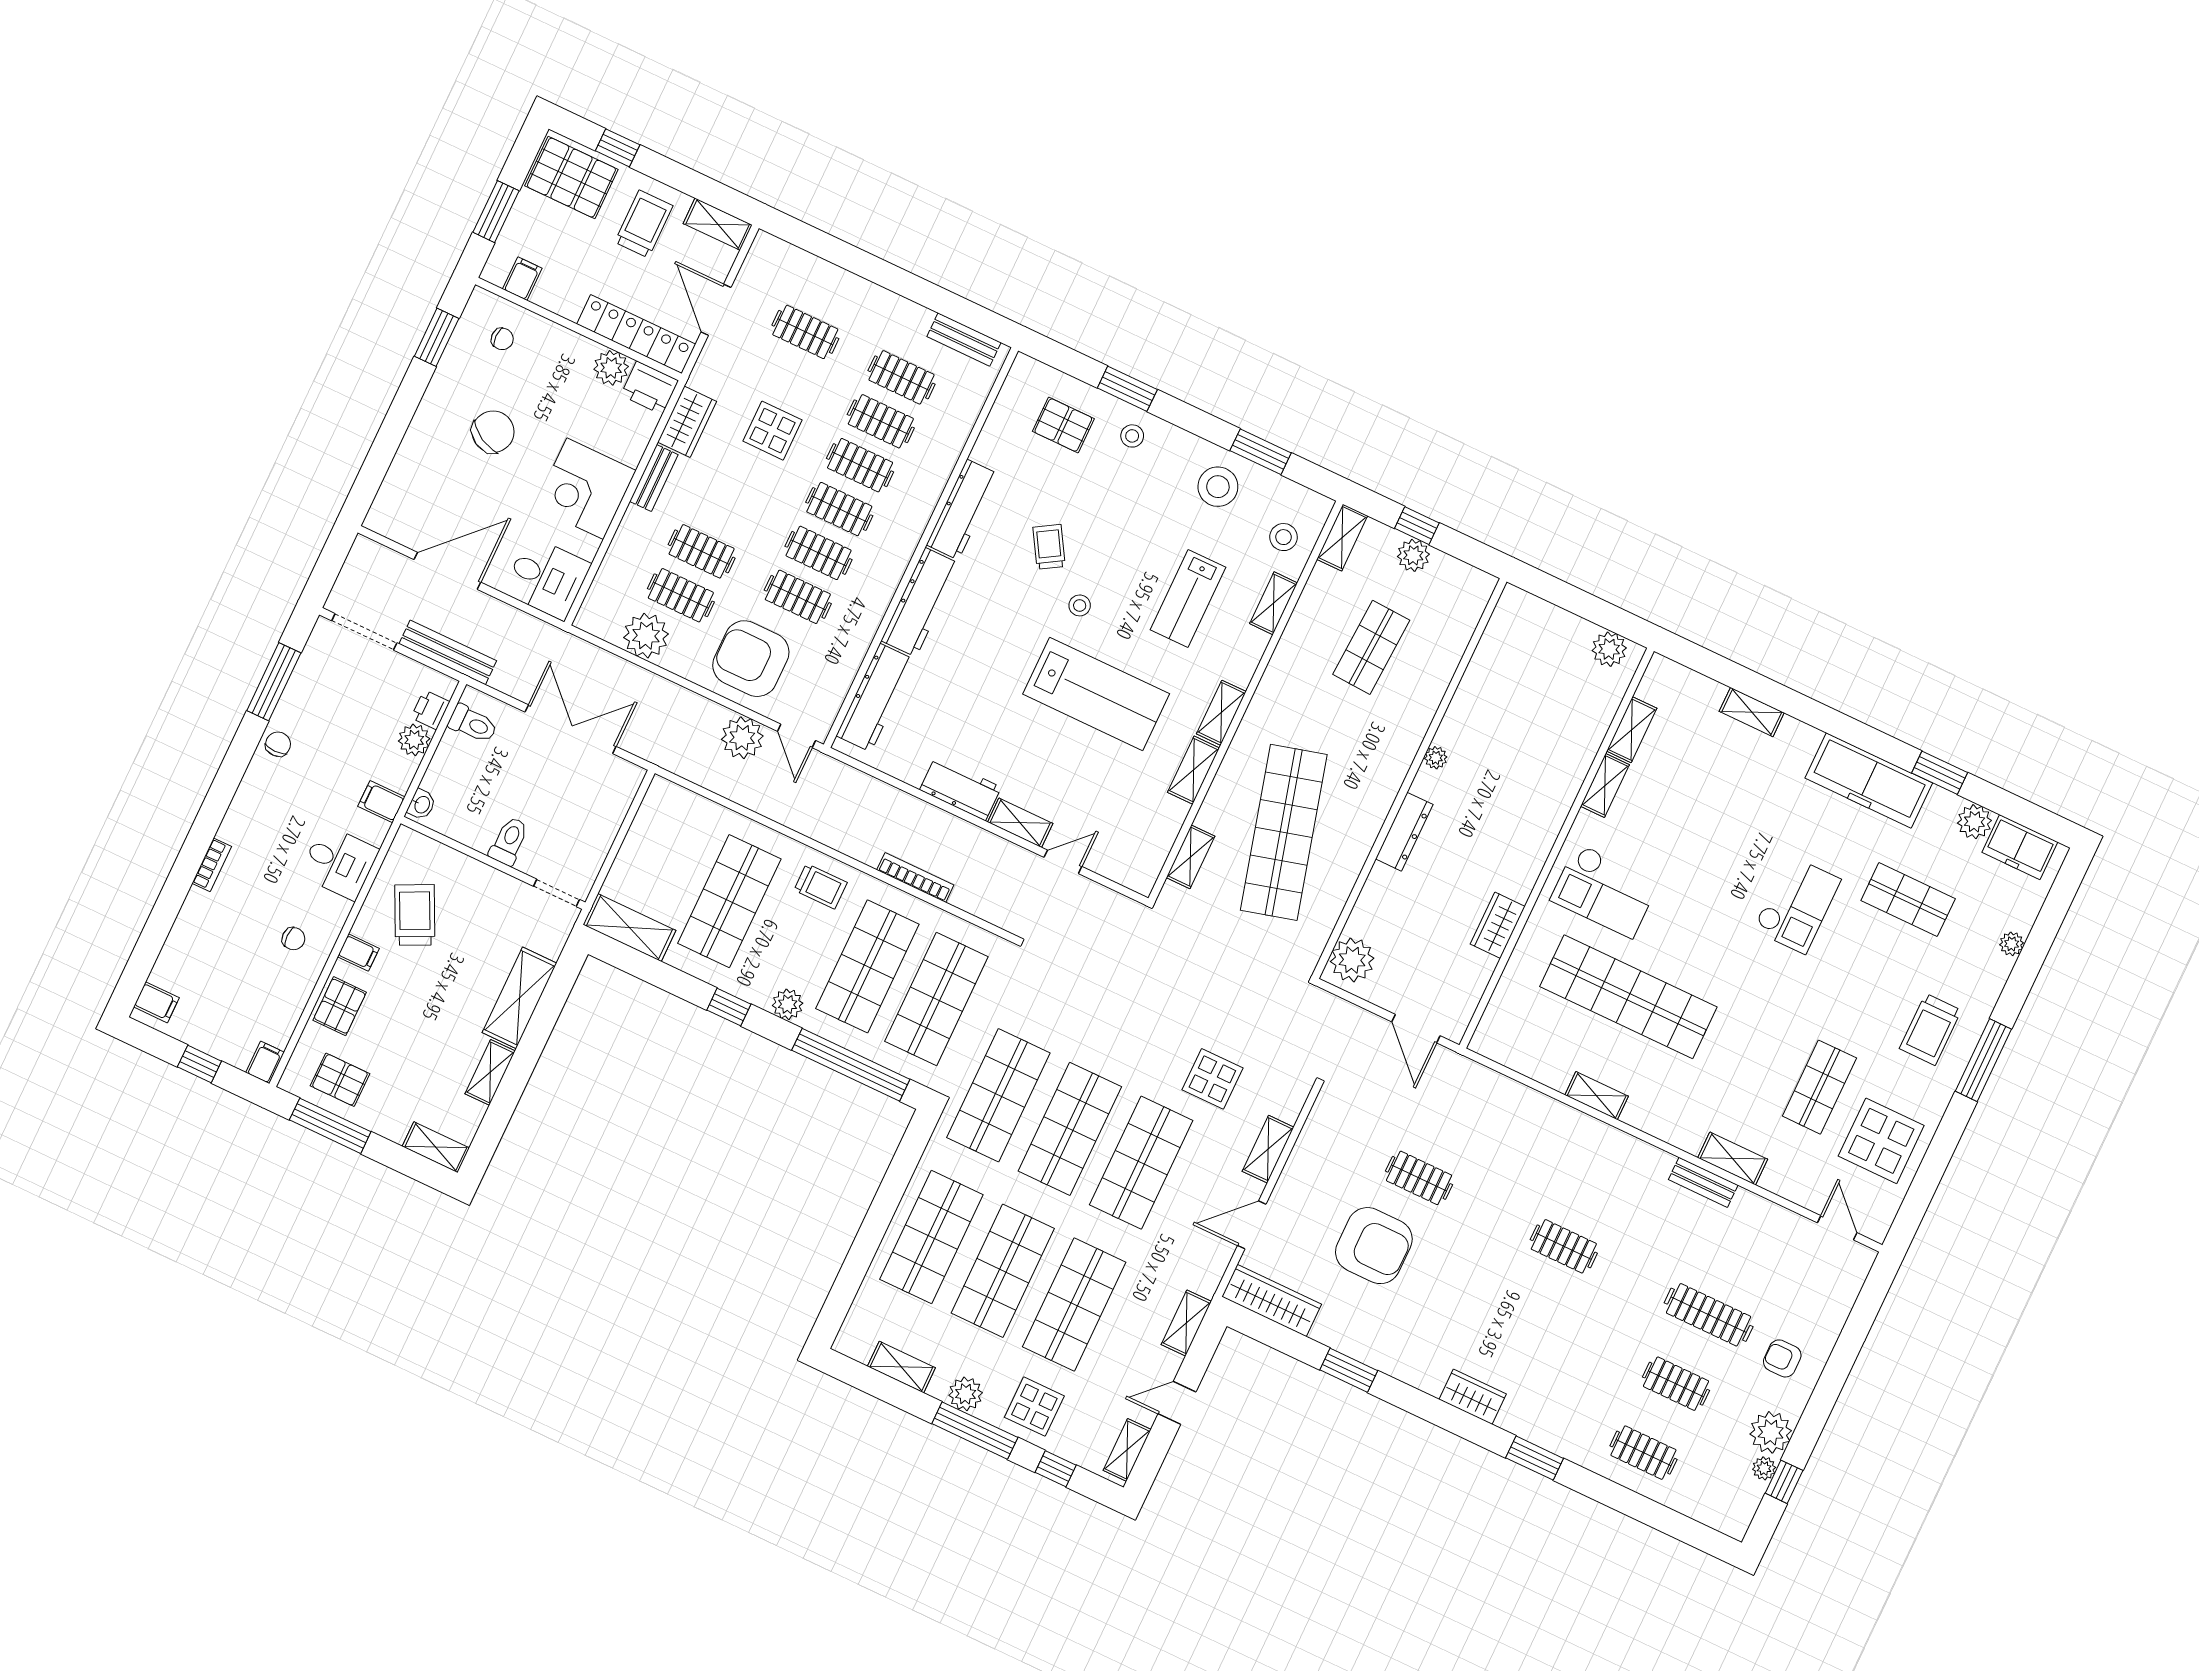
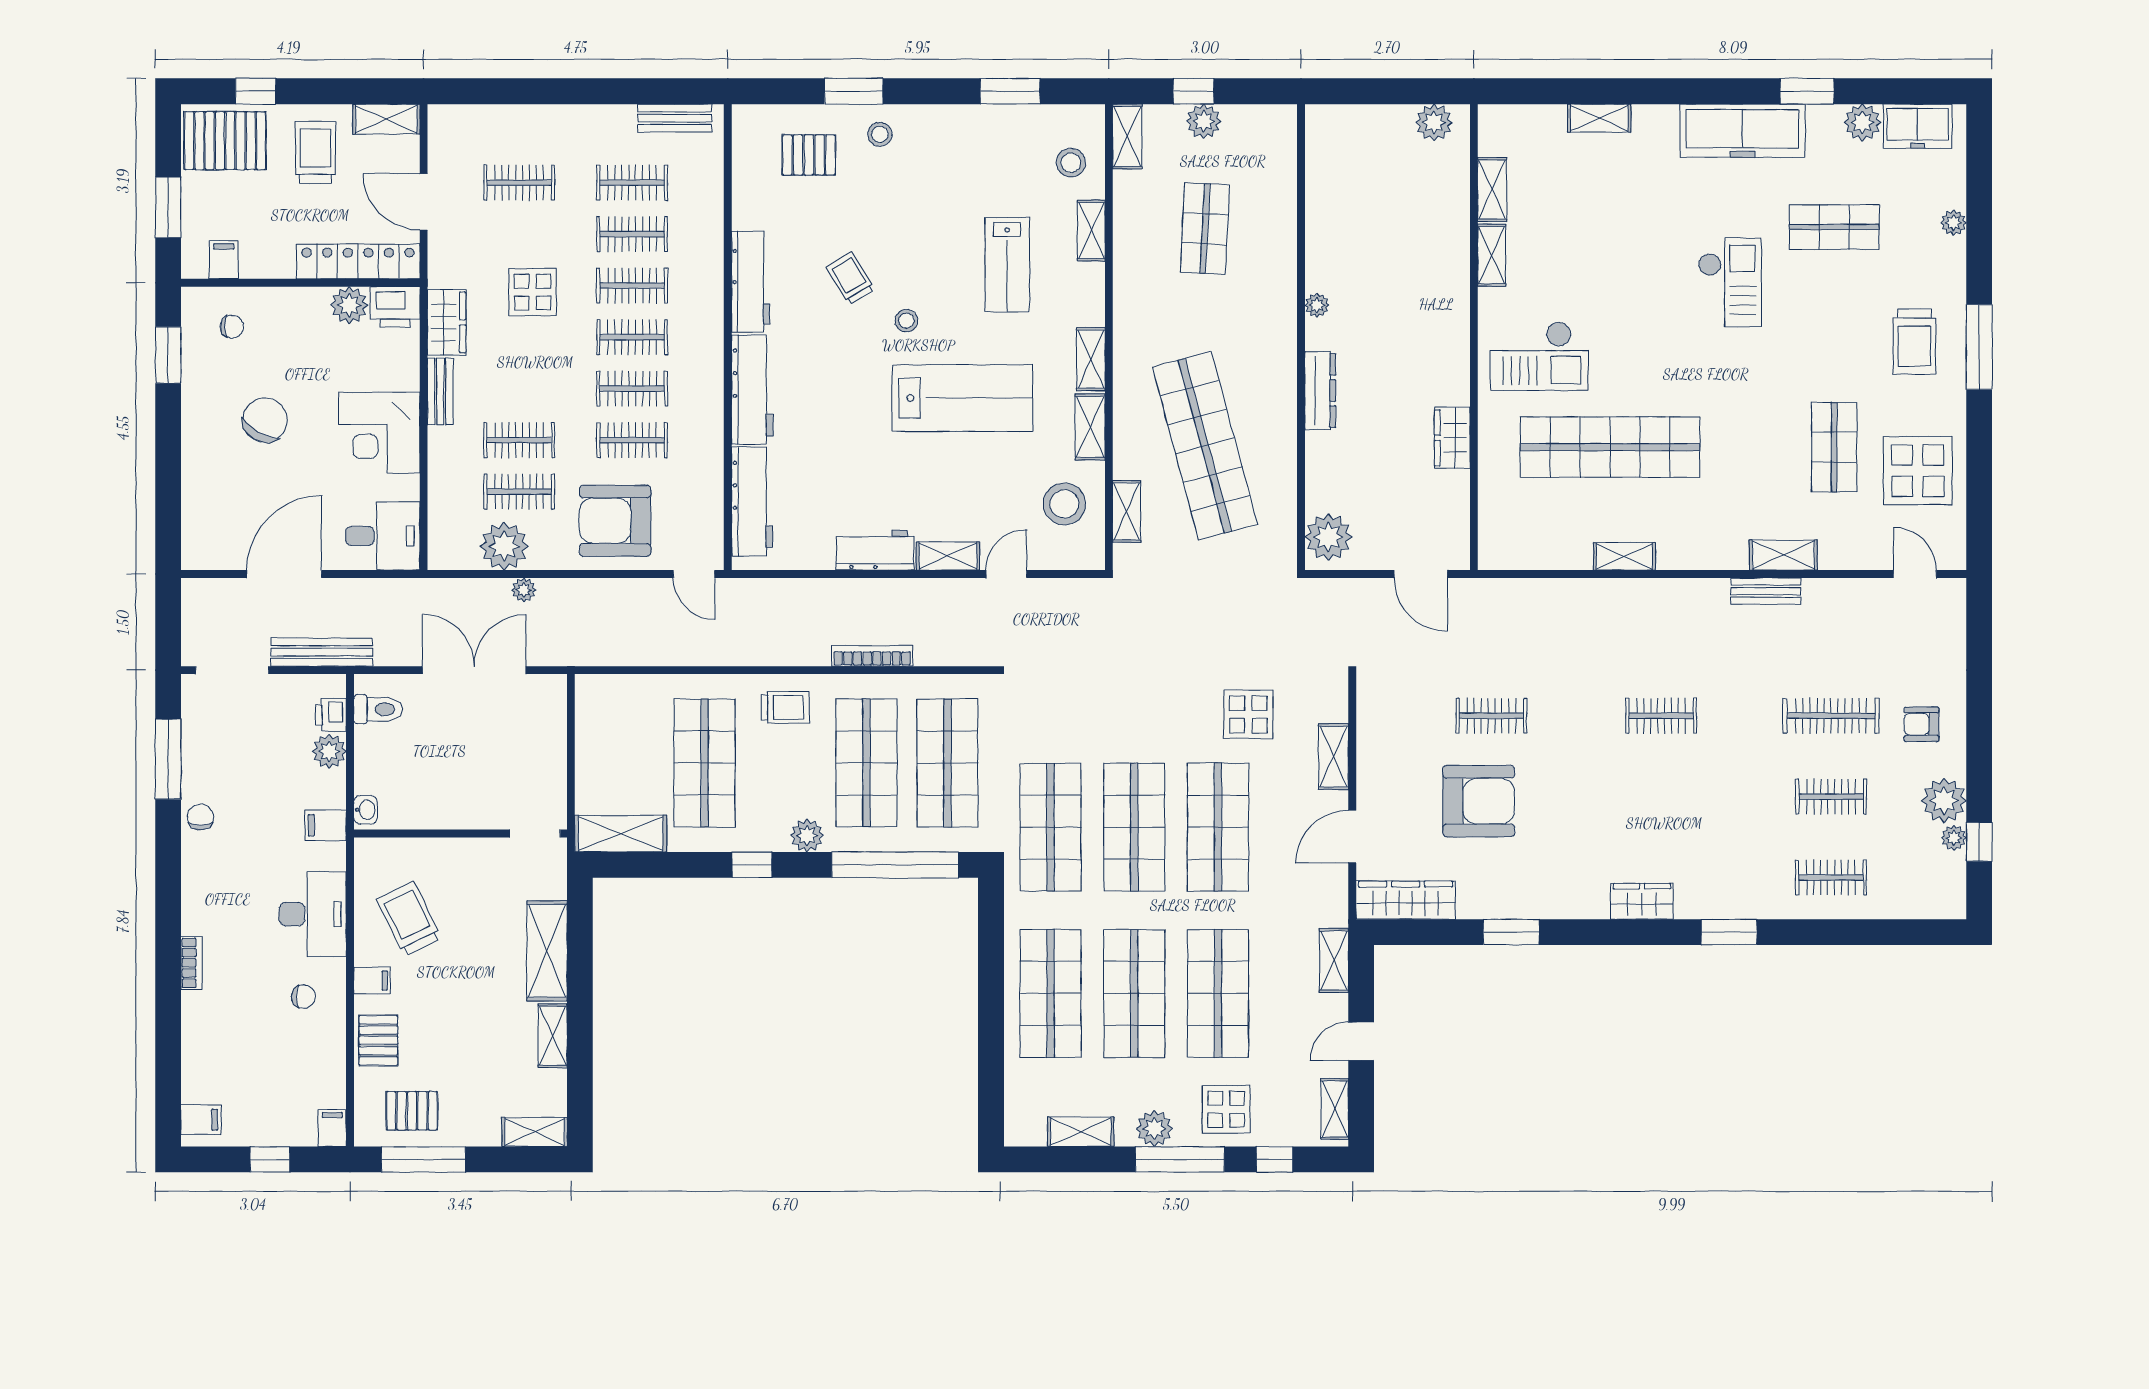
stool: (1218, 487) -> (1064, 504), moved
plant: (742, 738) -> (524, 590), moved, width x0.53, depth x0.53
toilet: (509, 841) -> (466, 805), removed
desk: (339, 862) -> (313, 914), width x1.37

